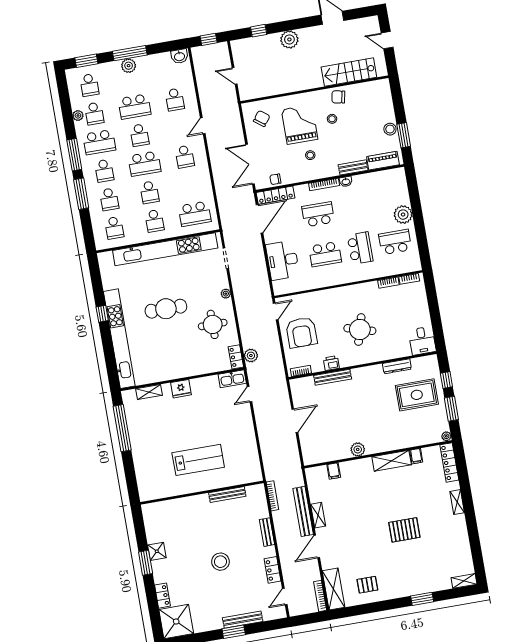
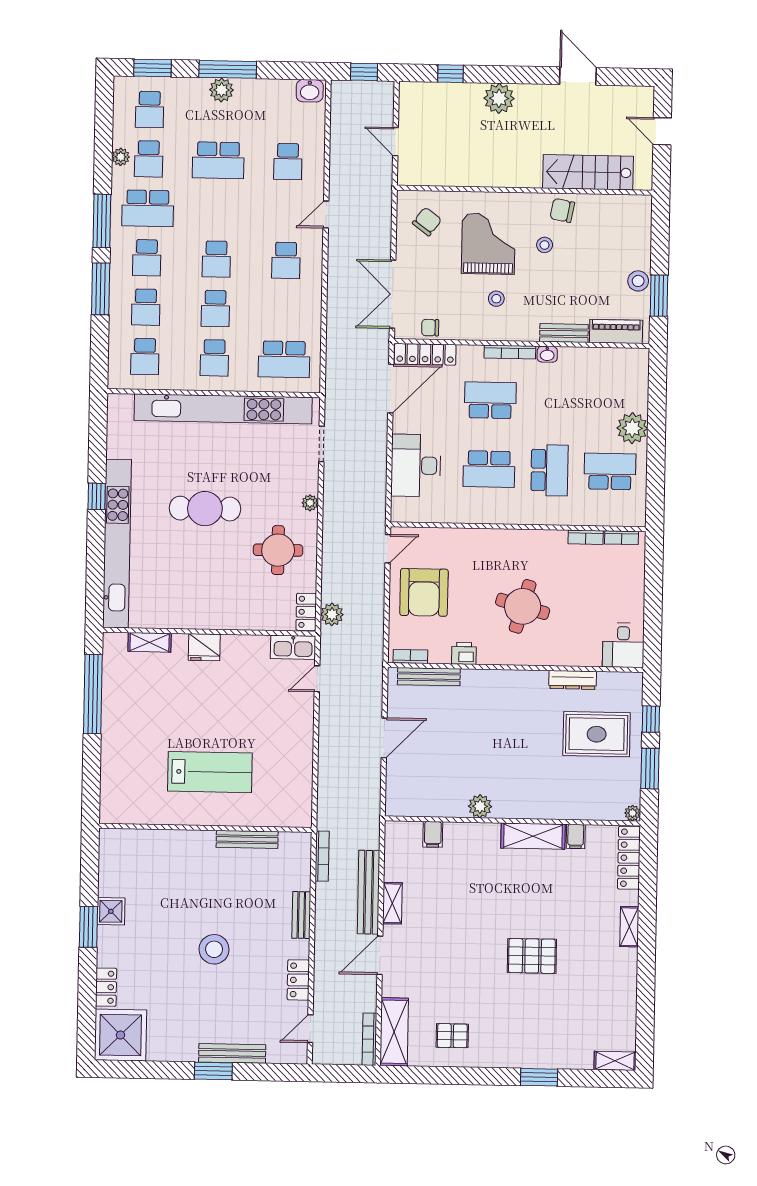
school desk: (140, 135) -> (217, 210), removed
school desk: (145, 164) -> (216, 259), width x0.54
bench: (333, 377) -> (429, 677), moved

